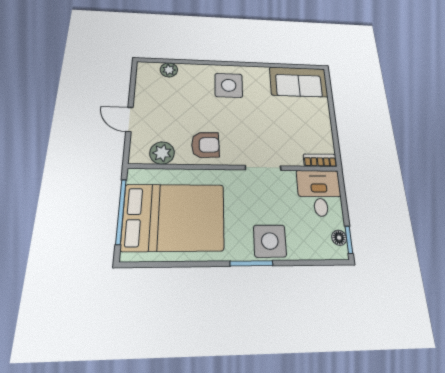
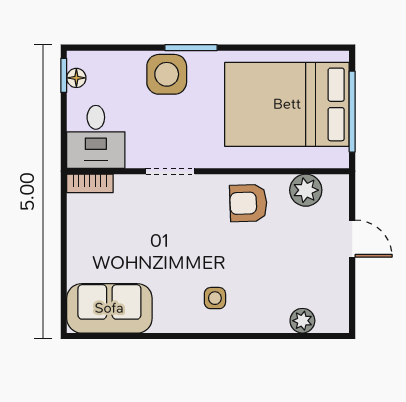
side table: (229, 85) -> (215, 298), width x0.54, depth x0.54

